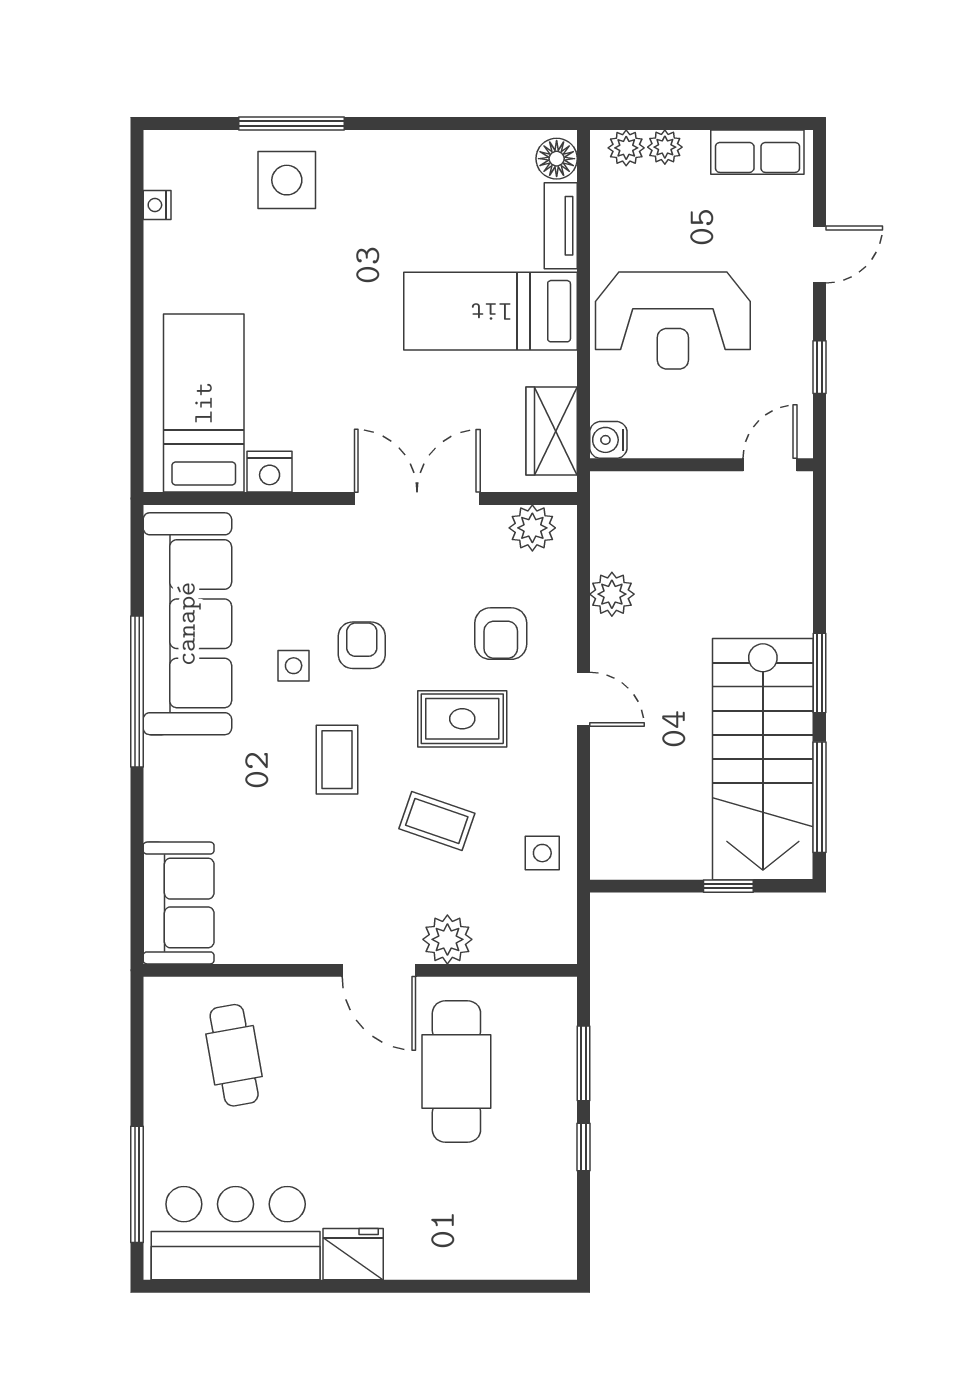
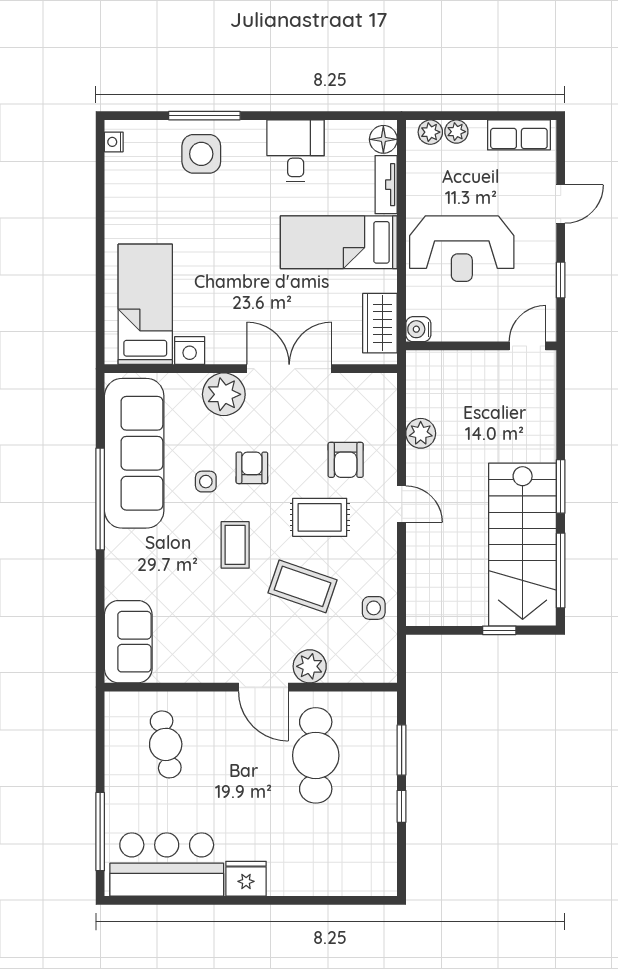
desk: (427, 176) -> (296, 151), added
nightstand: (157, 205) -> (114, 142), moved
plant: (532, 528) -> (224, 394), moved, width x1.36, depth x1.36
coffee table: (437, 821) -> (302, 586), width x1.36, depth x1.30

